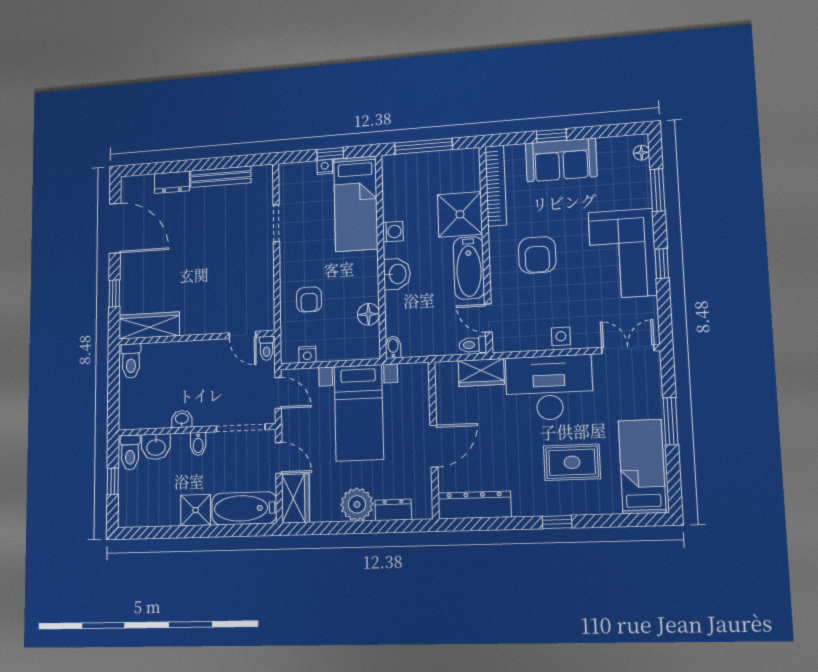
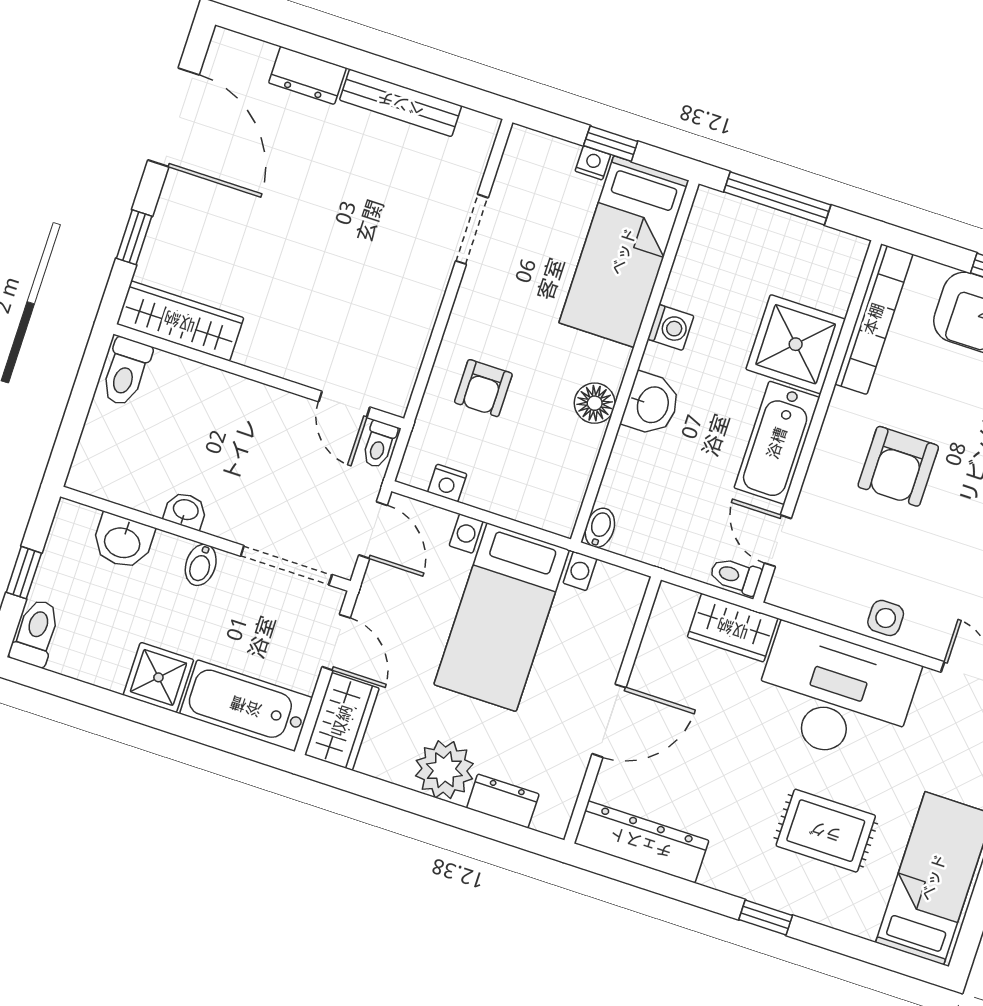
floor lamp: (368, 314) -> (595, 403), moved
toilet: (130, 452) -> (36, 633), moved, turned 180

